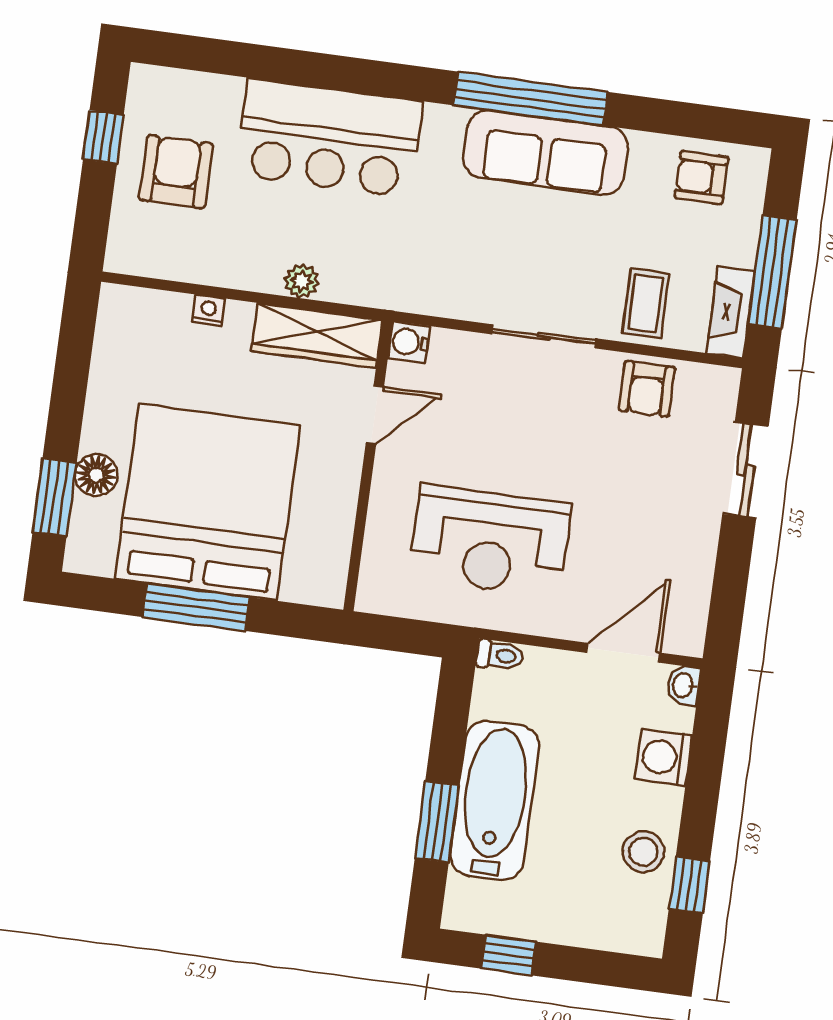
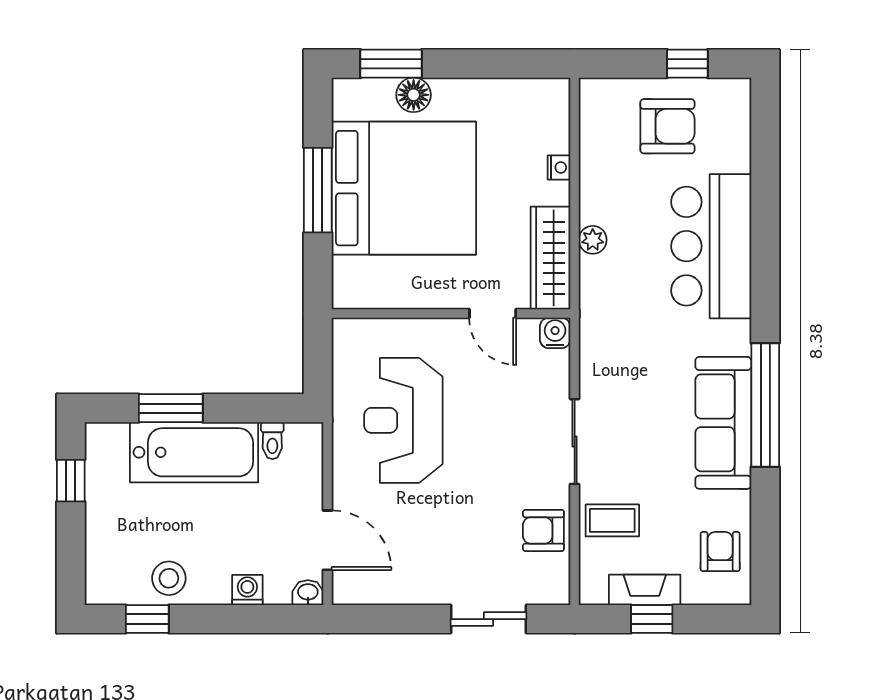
window: (772, 272) -> (652, 619), width x0.46
fireplace: (731, 312) -> (645, 590), moved
toilet: (500, 655) -> (272, 441), moved
washing machine: (664, 757) -> (247, 590), width x0.73, depth x0.73

